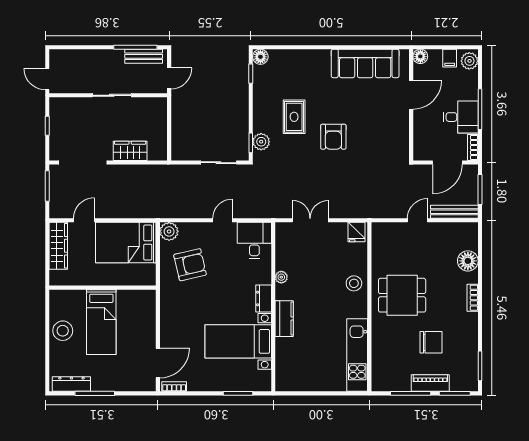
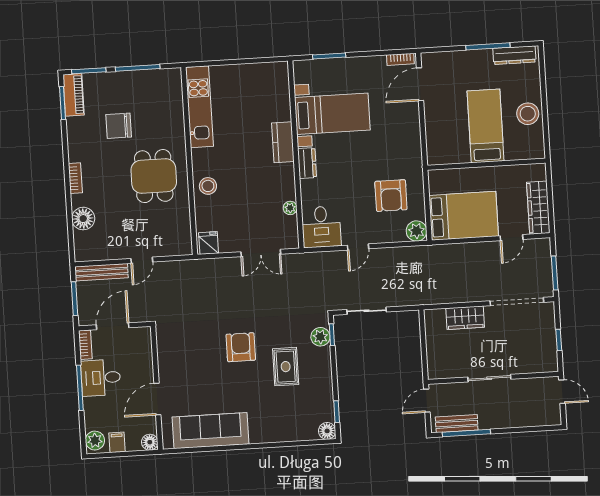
armchair: (190, 265) -> (391, 196), turned -77
plant: (281, 277) -> (290, 208), moved
dining table: (402, 295) -> (154, 176), turned 90
piano: (430, 383) -> (74, 95), moved, turned -90

